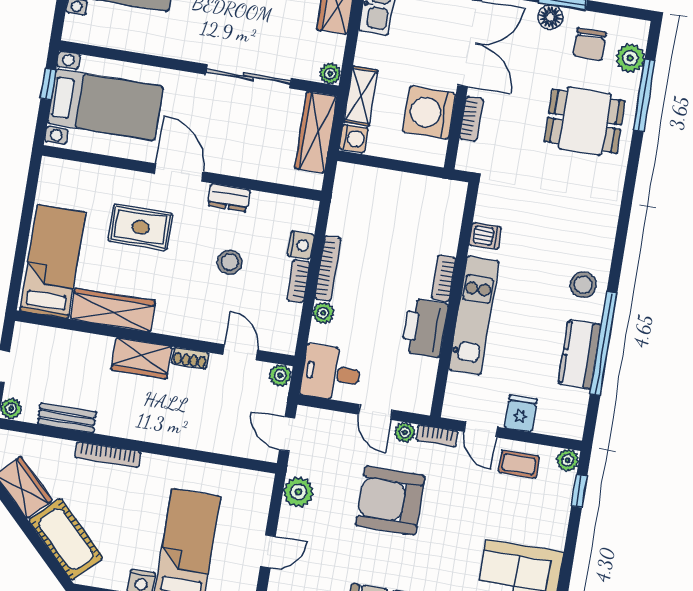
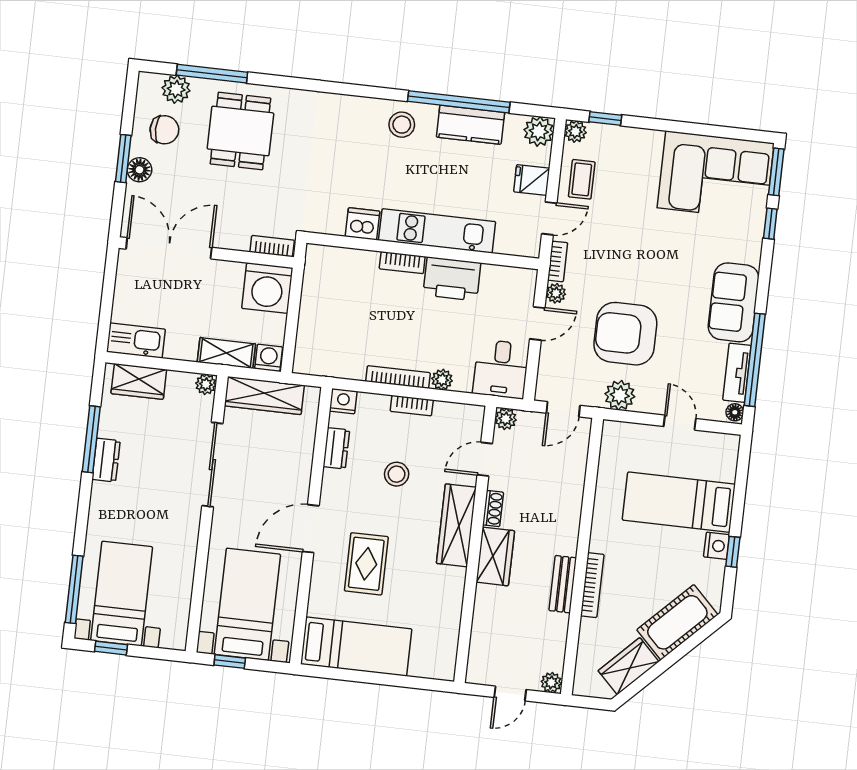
washing machine: (429, 113) -> (267, 288), moved
bookcase: (471, 119) -> (272, 246), moved
dresser: (229, 198) -> (336, 448), moved
dishwasher: (485, 236) -> (363, 224), width x1.38
nightstand: (301, 245) -> (343, 401), moved
bed: (53, 261) -> (356, 647), moved, turned 180
wardrobe: (113, 310) -> (456, 525), moved
bench: (67, 418) -> (563, 584), moved
plant: (570, 423) -> (539, 131), added
armchair: (390, 501) -> (625, 334), moved, turned 90

